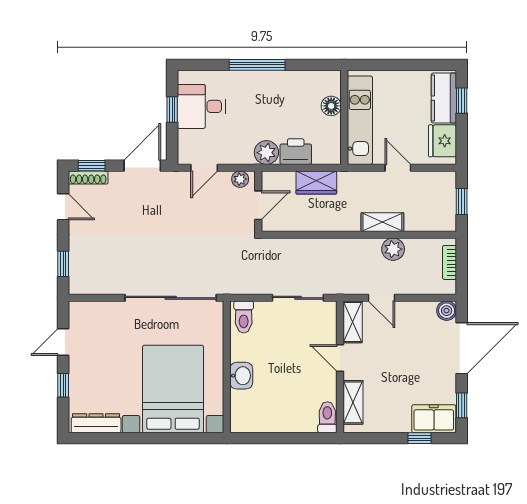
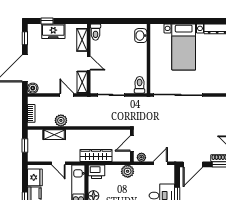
printer: (296, 152) -> (97, 172), moved
wardrobe: (316, 183) -> (96, 156), width x1.50
shelving: (382, 222) -> (54, 135), moved
washbasin: (241, 376) -> (141, 36), moved
bed with nightstands: (173, 389) -> (184, 47), width x0.73
freezer: (434, 419) -> (53, 31), moved

